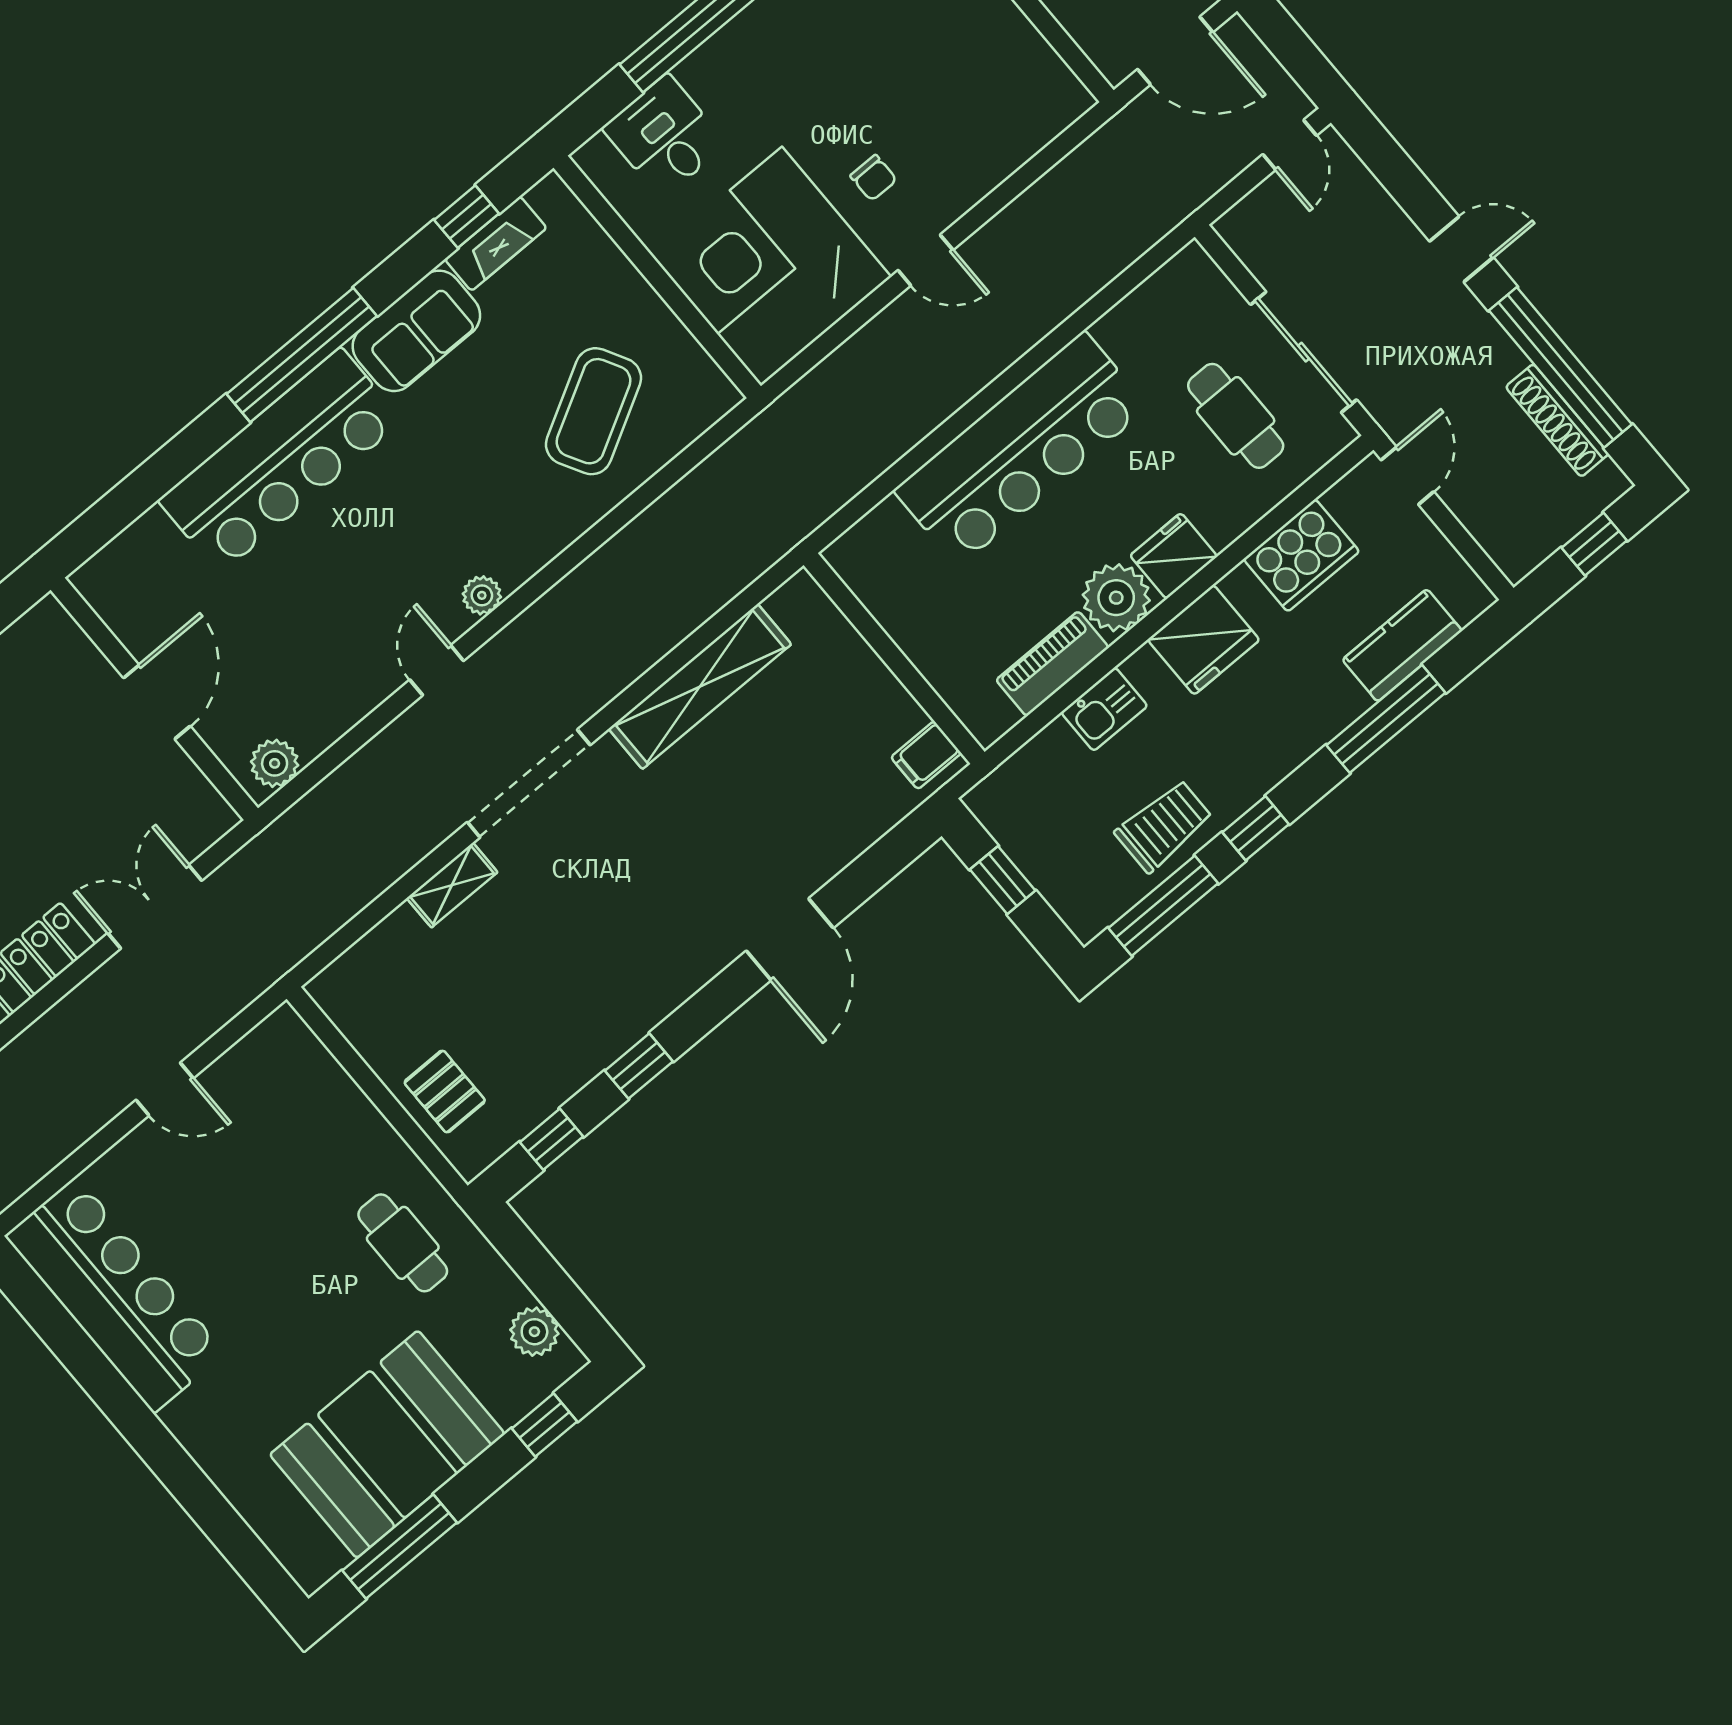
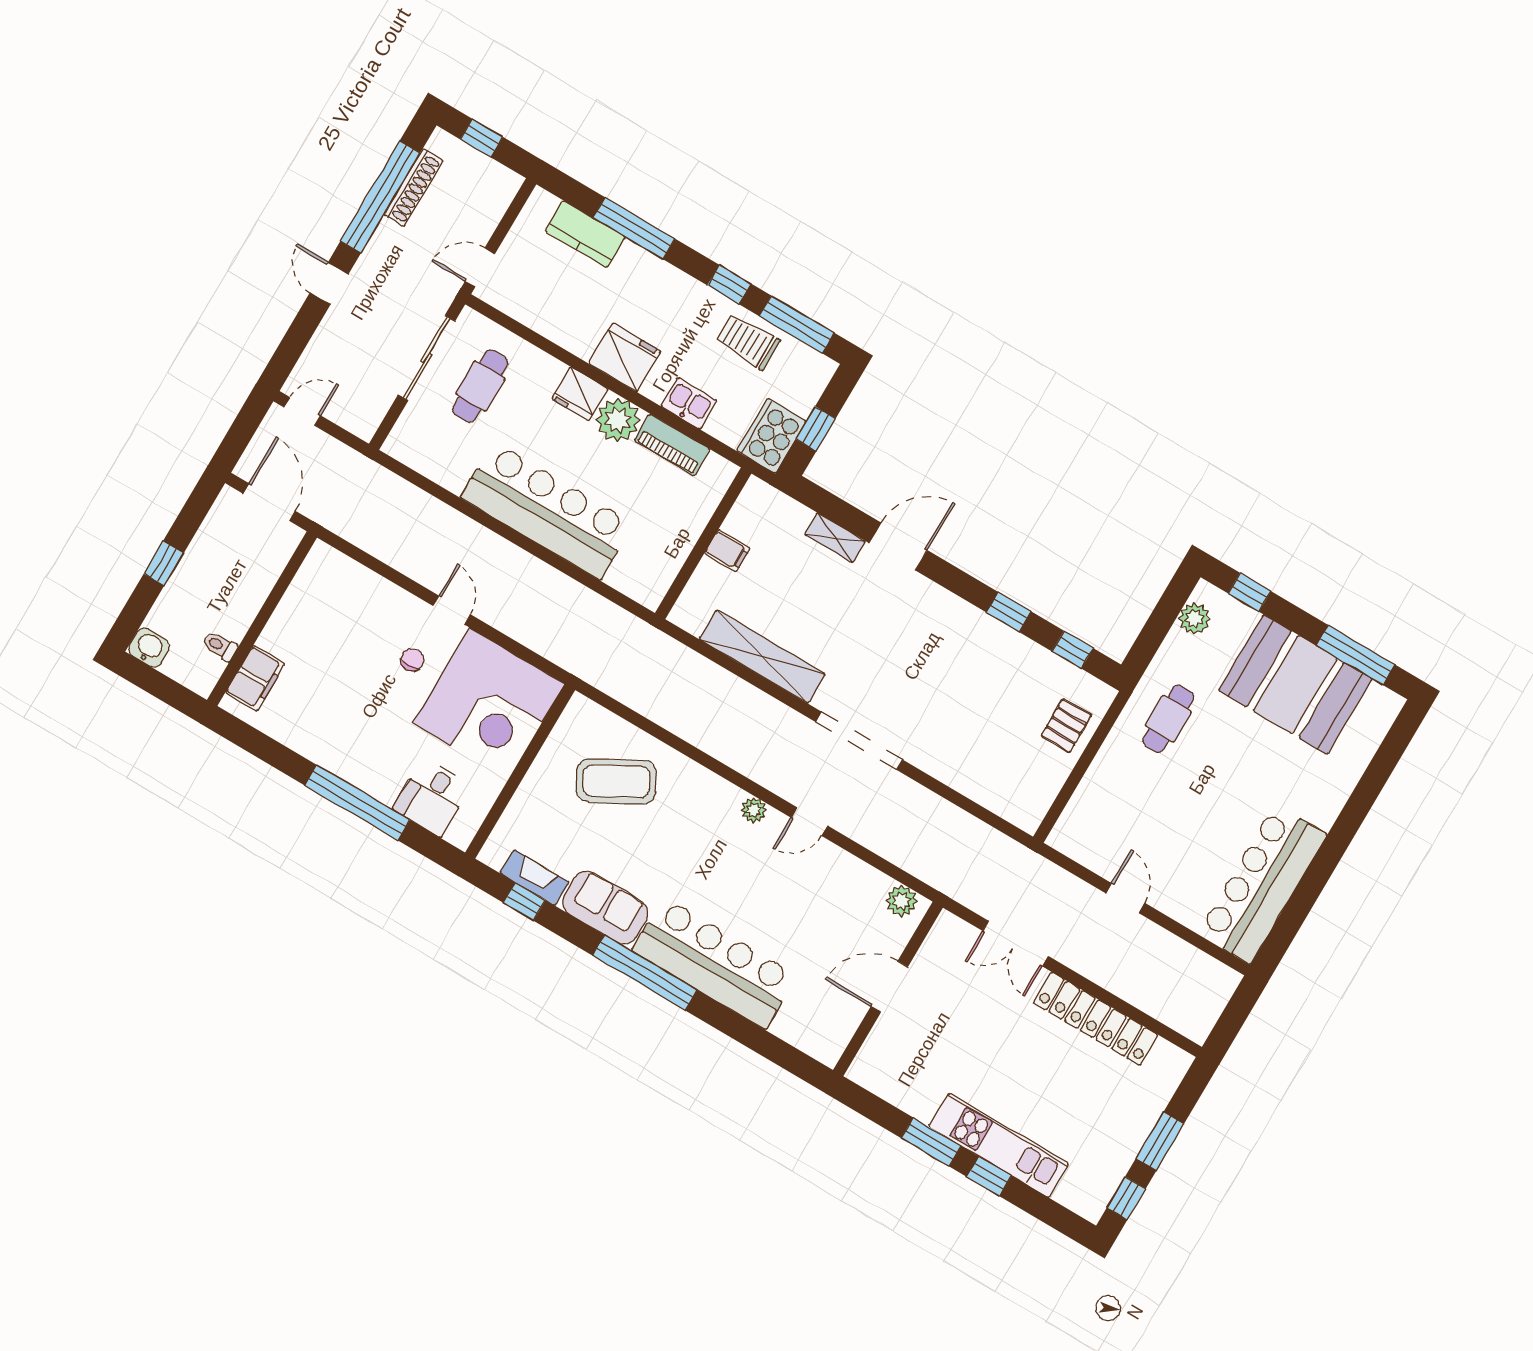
cooker: (1301, 555) -> (771, 436), moved, turned -90
filing cabinet: (926, 755) -> (727, 551), moved
shelving: (452, 885) -> (835, 538), moved

